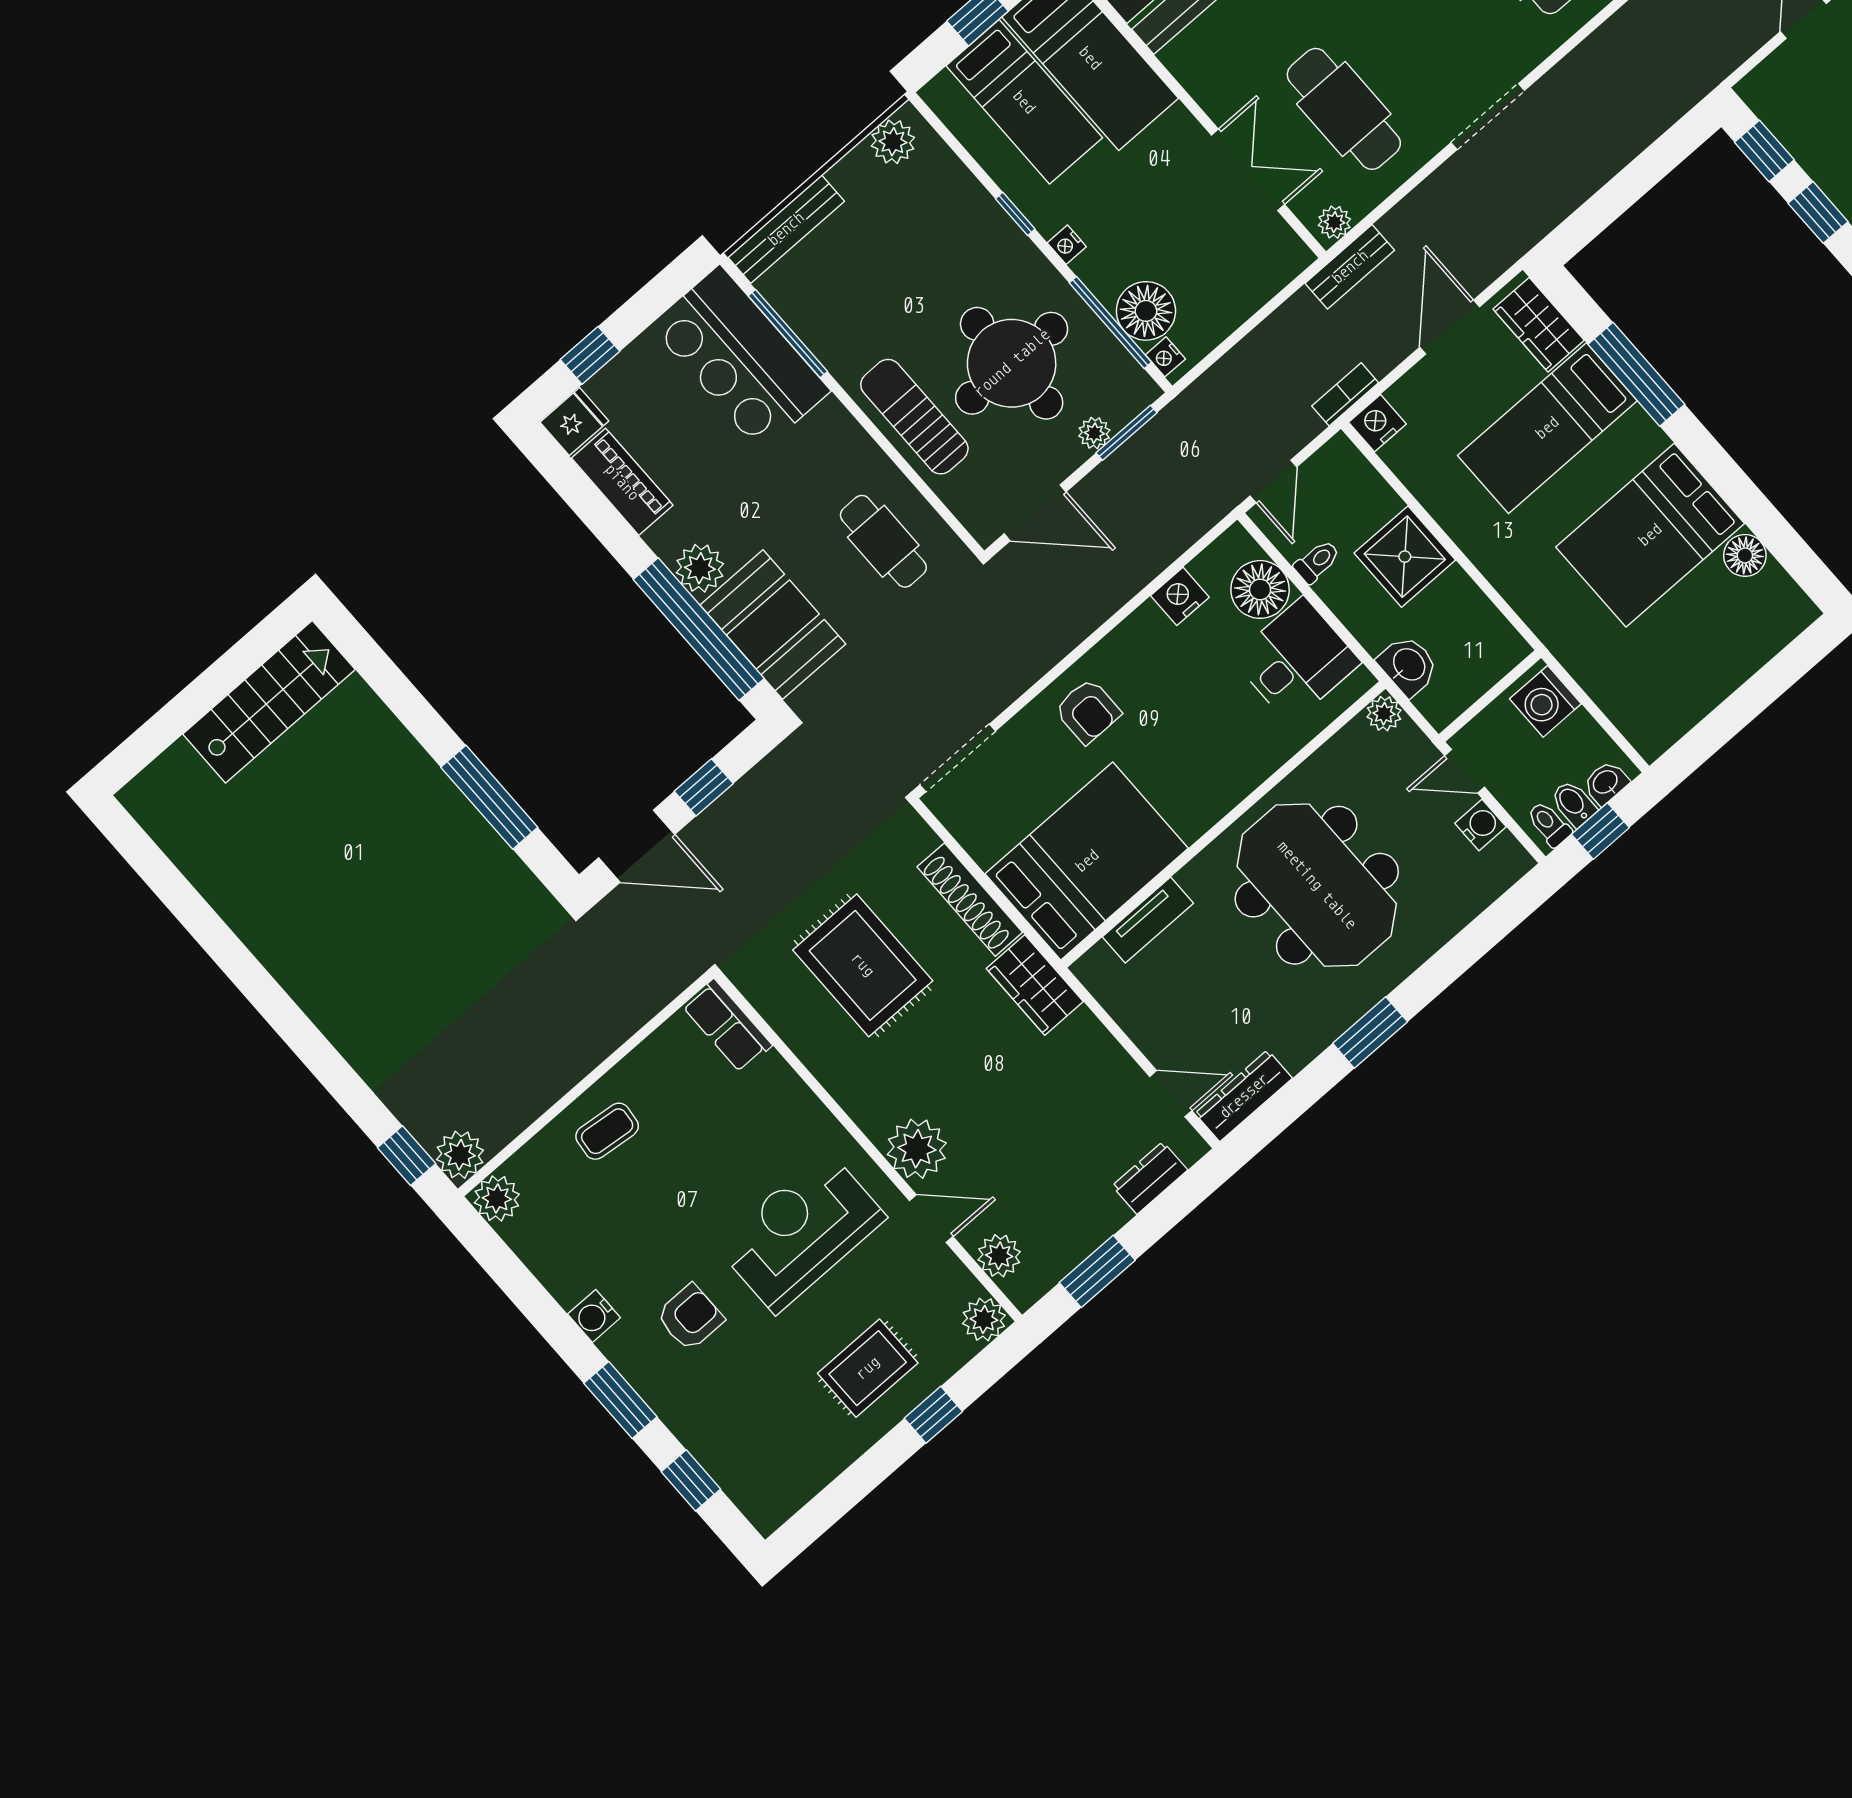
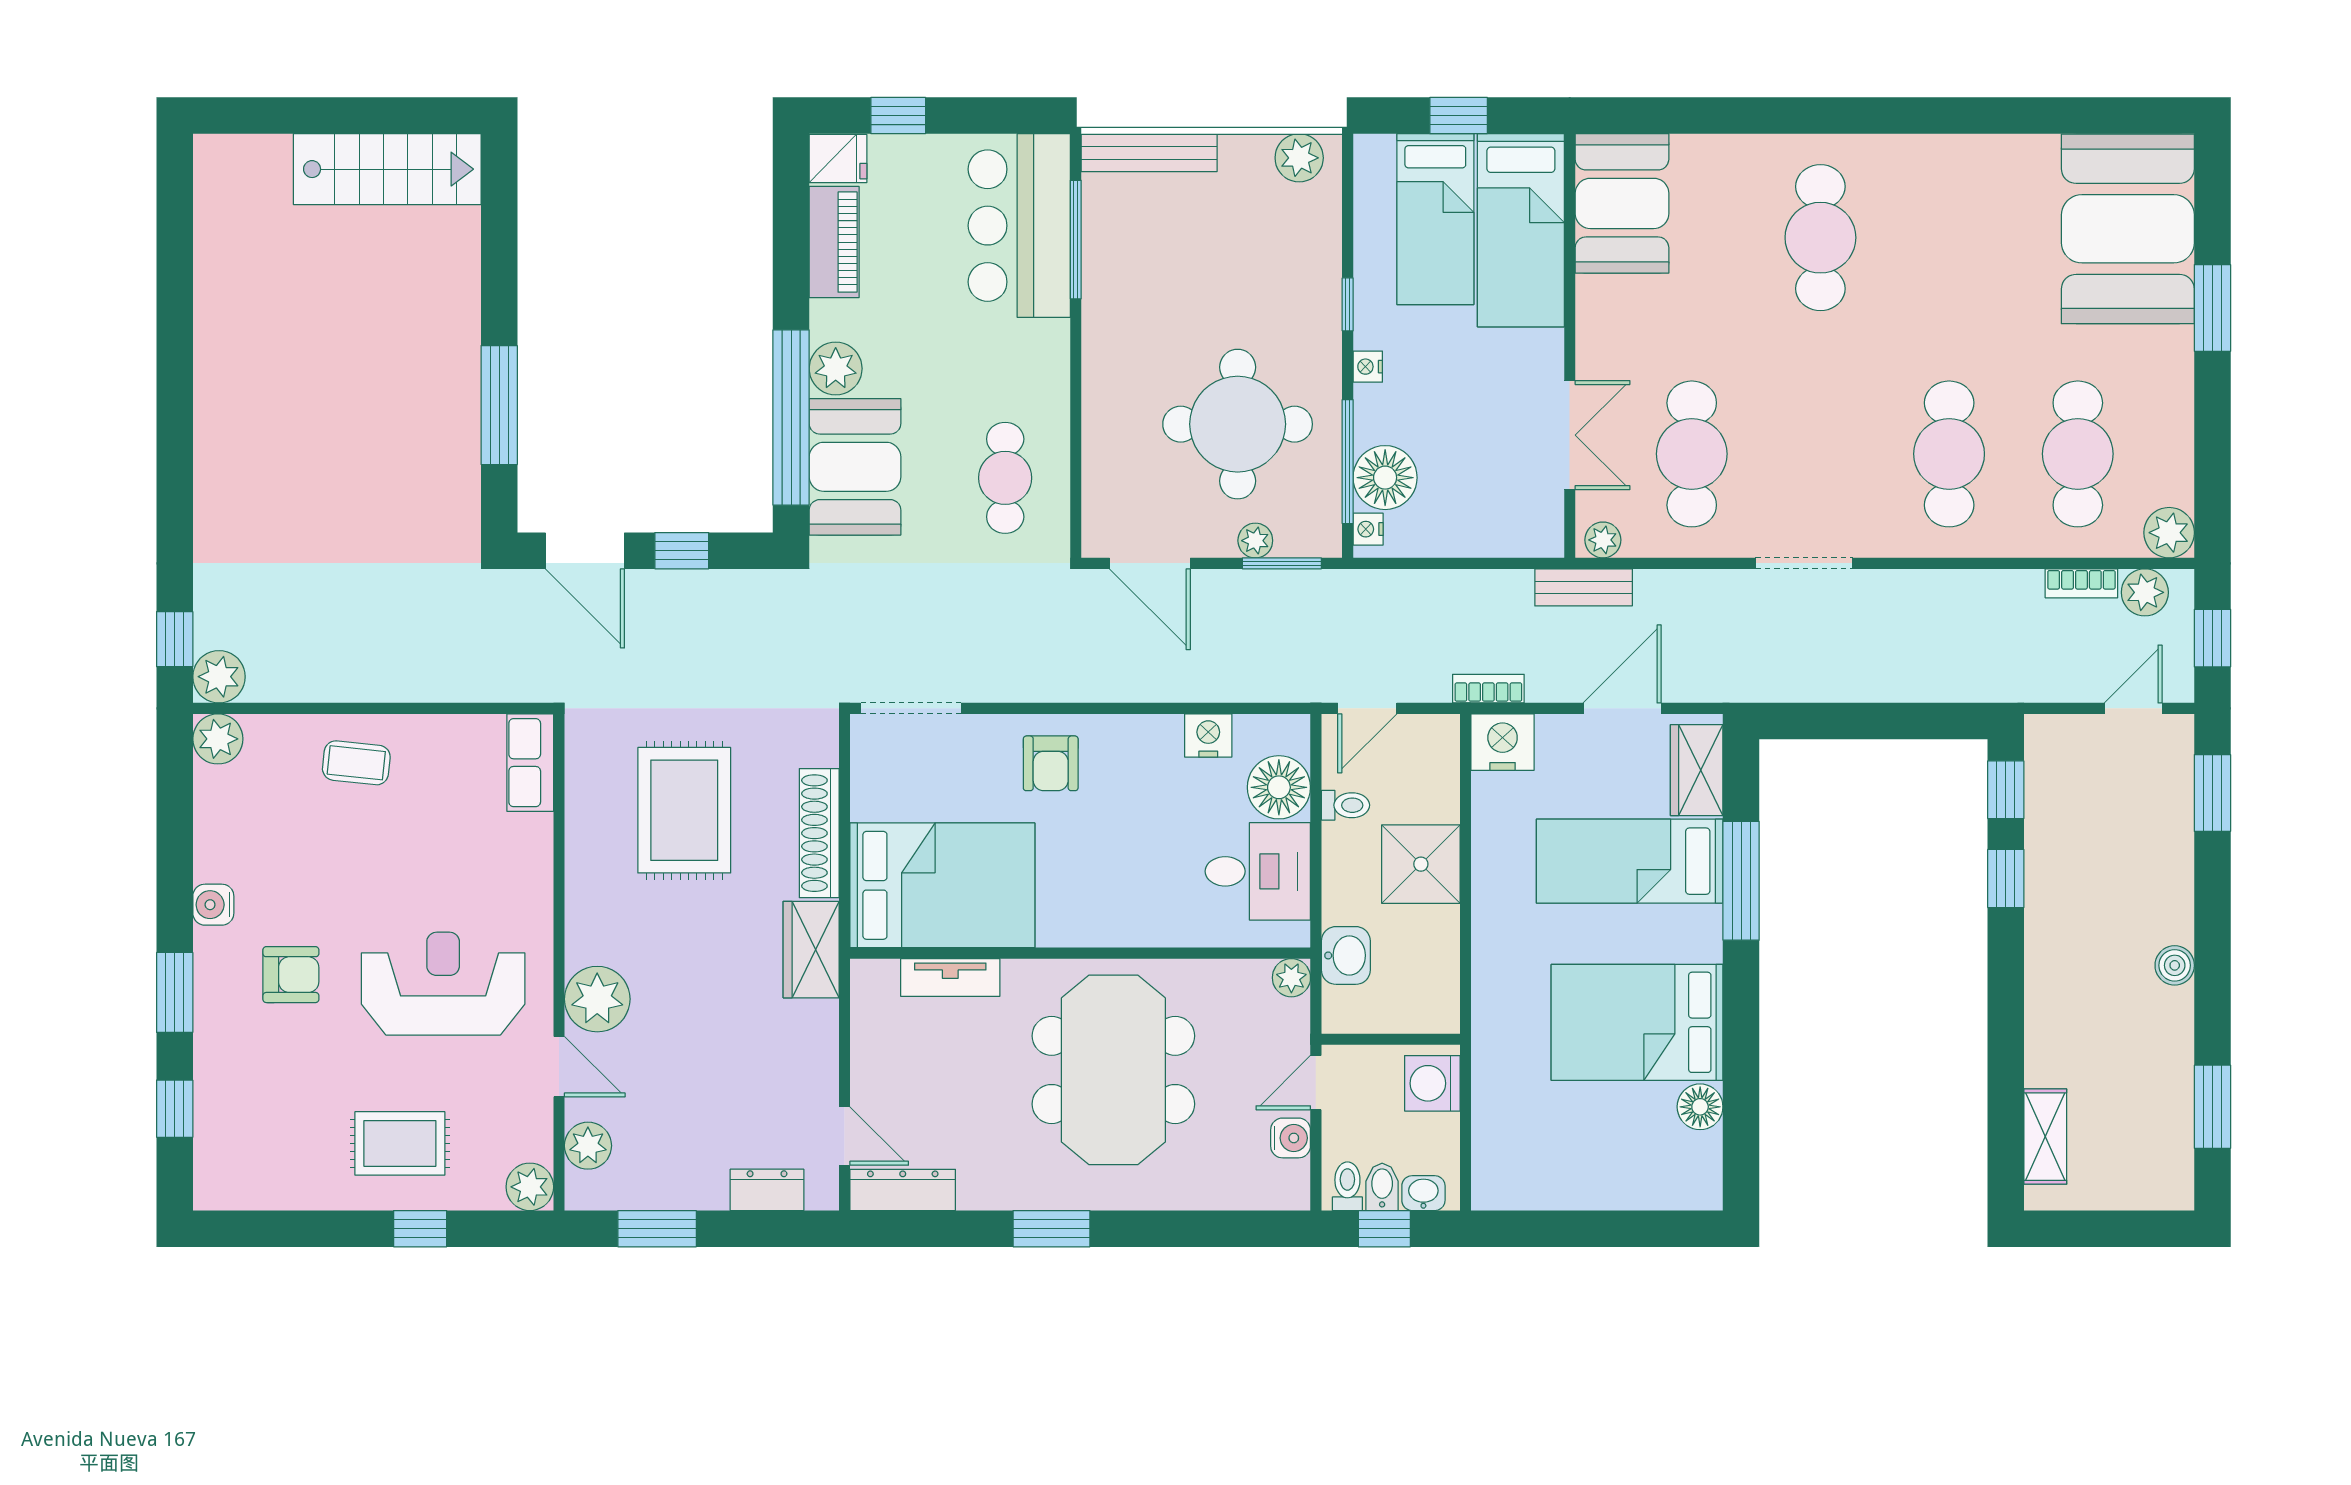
sun lounger: (914, 417) -> (1120, 398), removed
nightstand: (1377, 423) -> (1503, 742), width x1.36, depth x1.33
door: (1465, 771) -> (1316, 1083), hinge flipped

